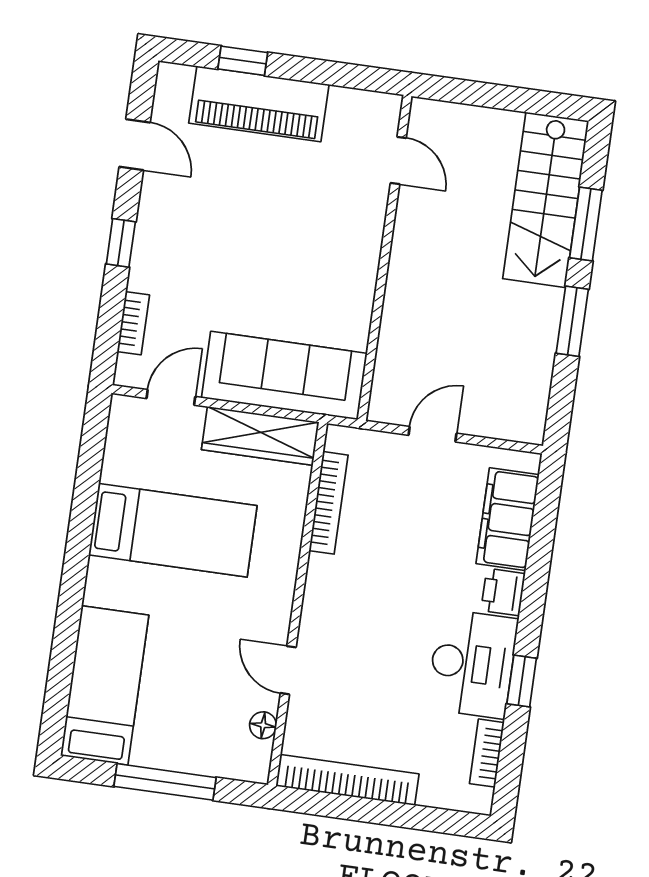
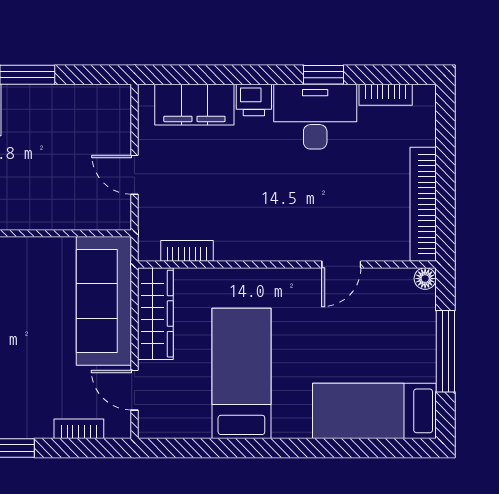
bookcase: (328, 503) -> (187, 251), width x0.64
floor lamp: (263, 725) -> (425, 279), moved

